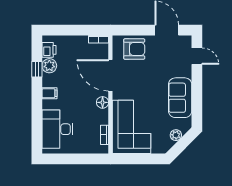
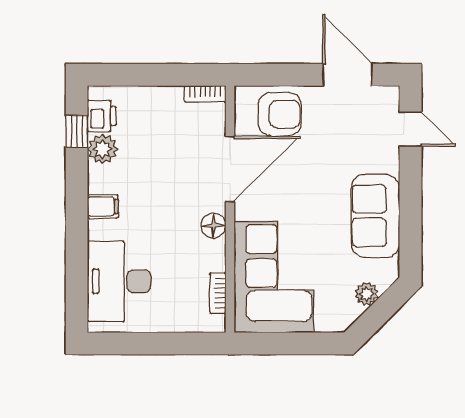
window: (37, 69) -> (77, 131), moved
door: (110, 75) -> (230, 169), swing flipped

